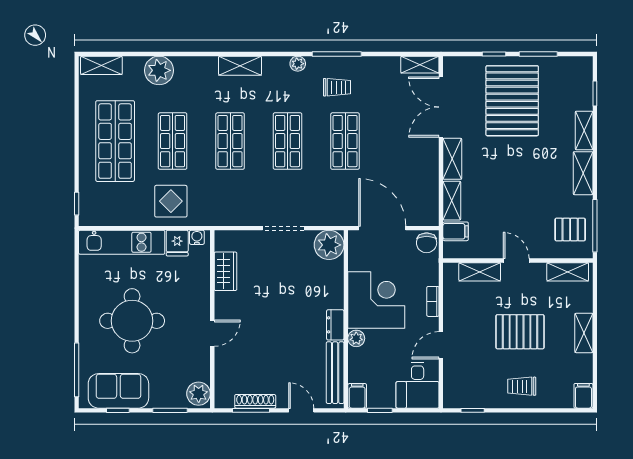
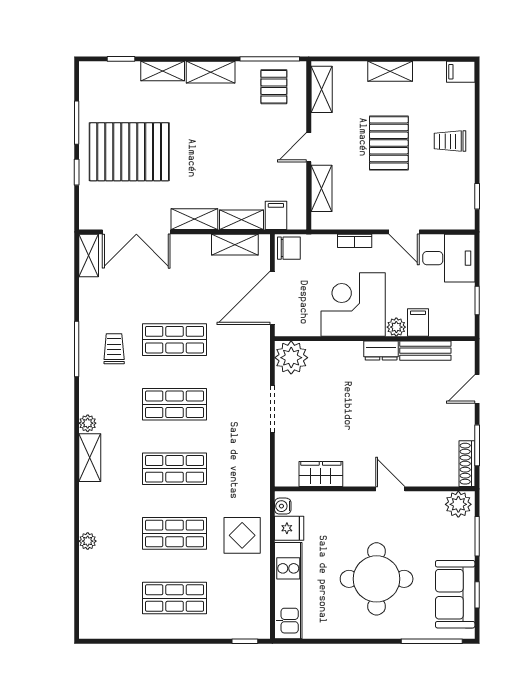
plant: (298, 64) -> (88, 423), moved
shelving: (101, 65) -> (235, 245), moved, turned 90
plant: (159, 70) -> (88, 541), width x0.53, depth x0.53
shop shelf: (115, 141) -> (175, 598), width x0.70, depth x0.74
bench: (335, 373) -> (425, 351), width x0.73
trolley: (522, 386) -> (450, 141), turned 90
filing cabinet: (357, 396) -> (418, 323), moved, turned 90
shoe rack: (255, 401) -> (467, 464), moved

